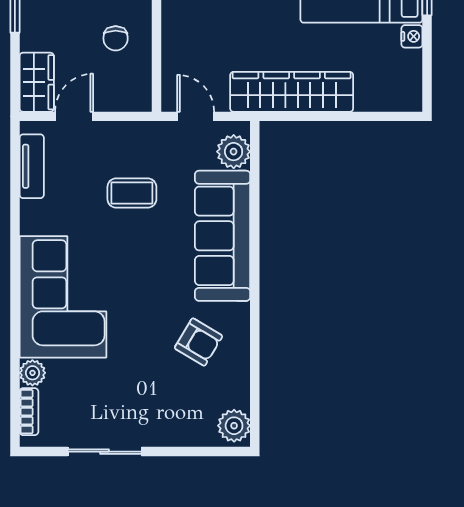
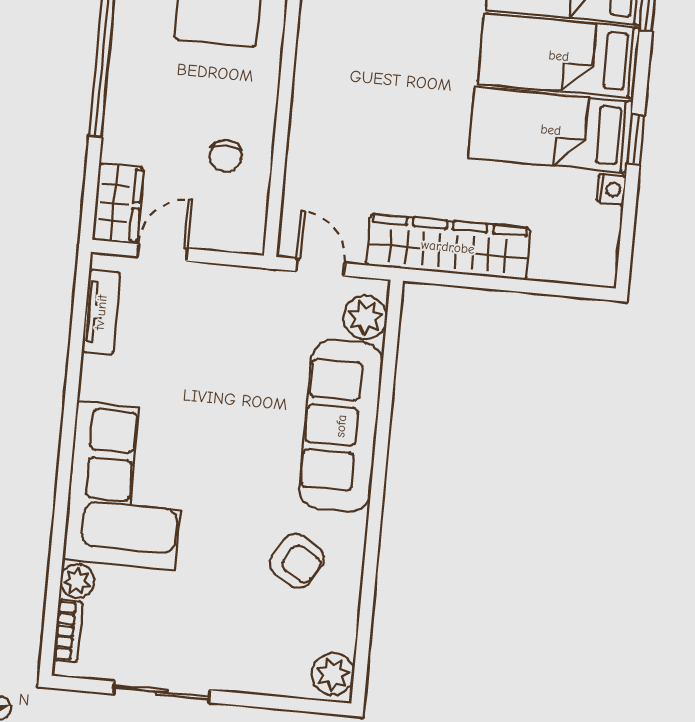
coffee table: (132, 193) -> (228, 359), removed

